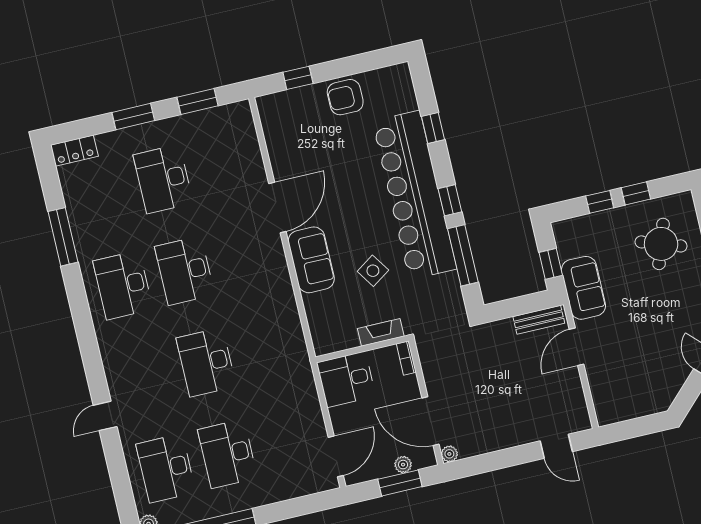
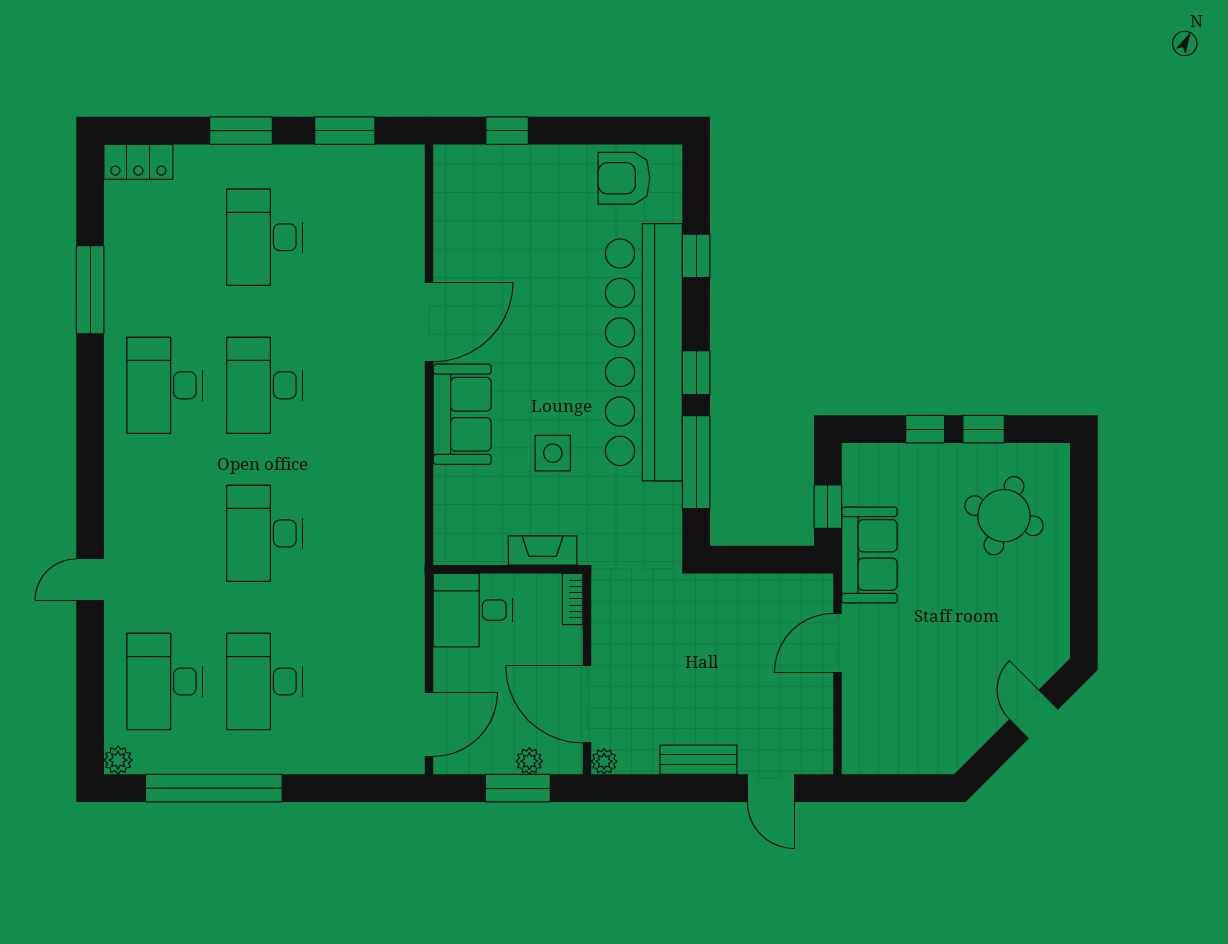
armchair: (345, 97) -> (624, 178), moved
side table: (373, 271) -> (553, 453), turned 34
bench: (539, 320) -> (698, 760), moved

